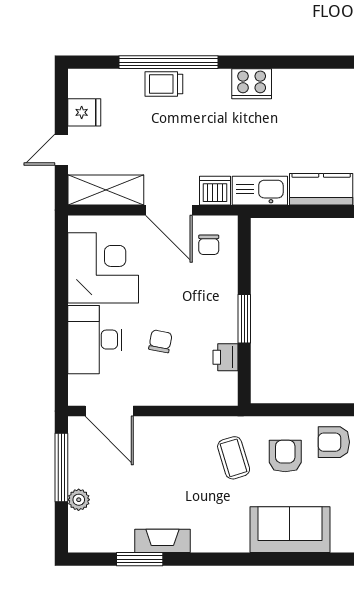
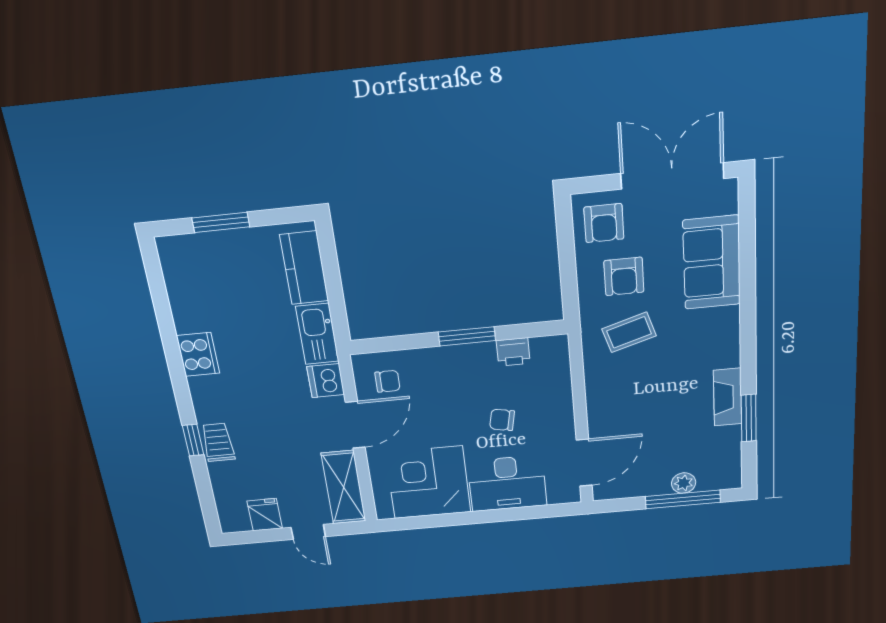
window: (169, 62) -> (193, 440), width x0.32
trolley: (164, 84) -> (218, 442), turned 180
armchair: (285, 456) -> (624, 276), turned -90
window: (61, 467) -> (683, 499), moved

